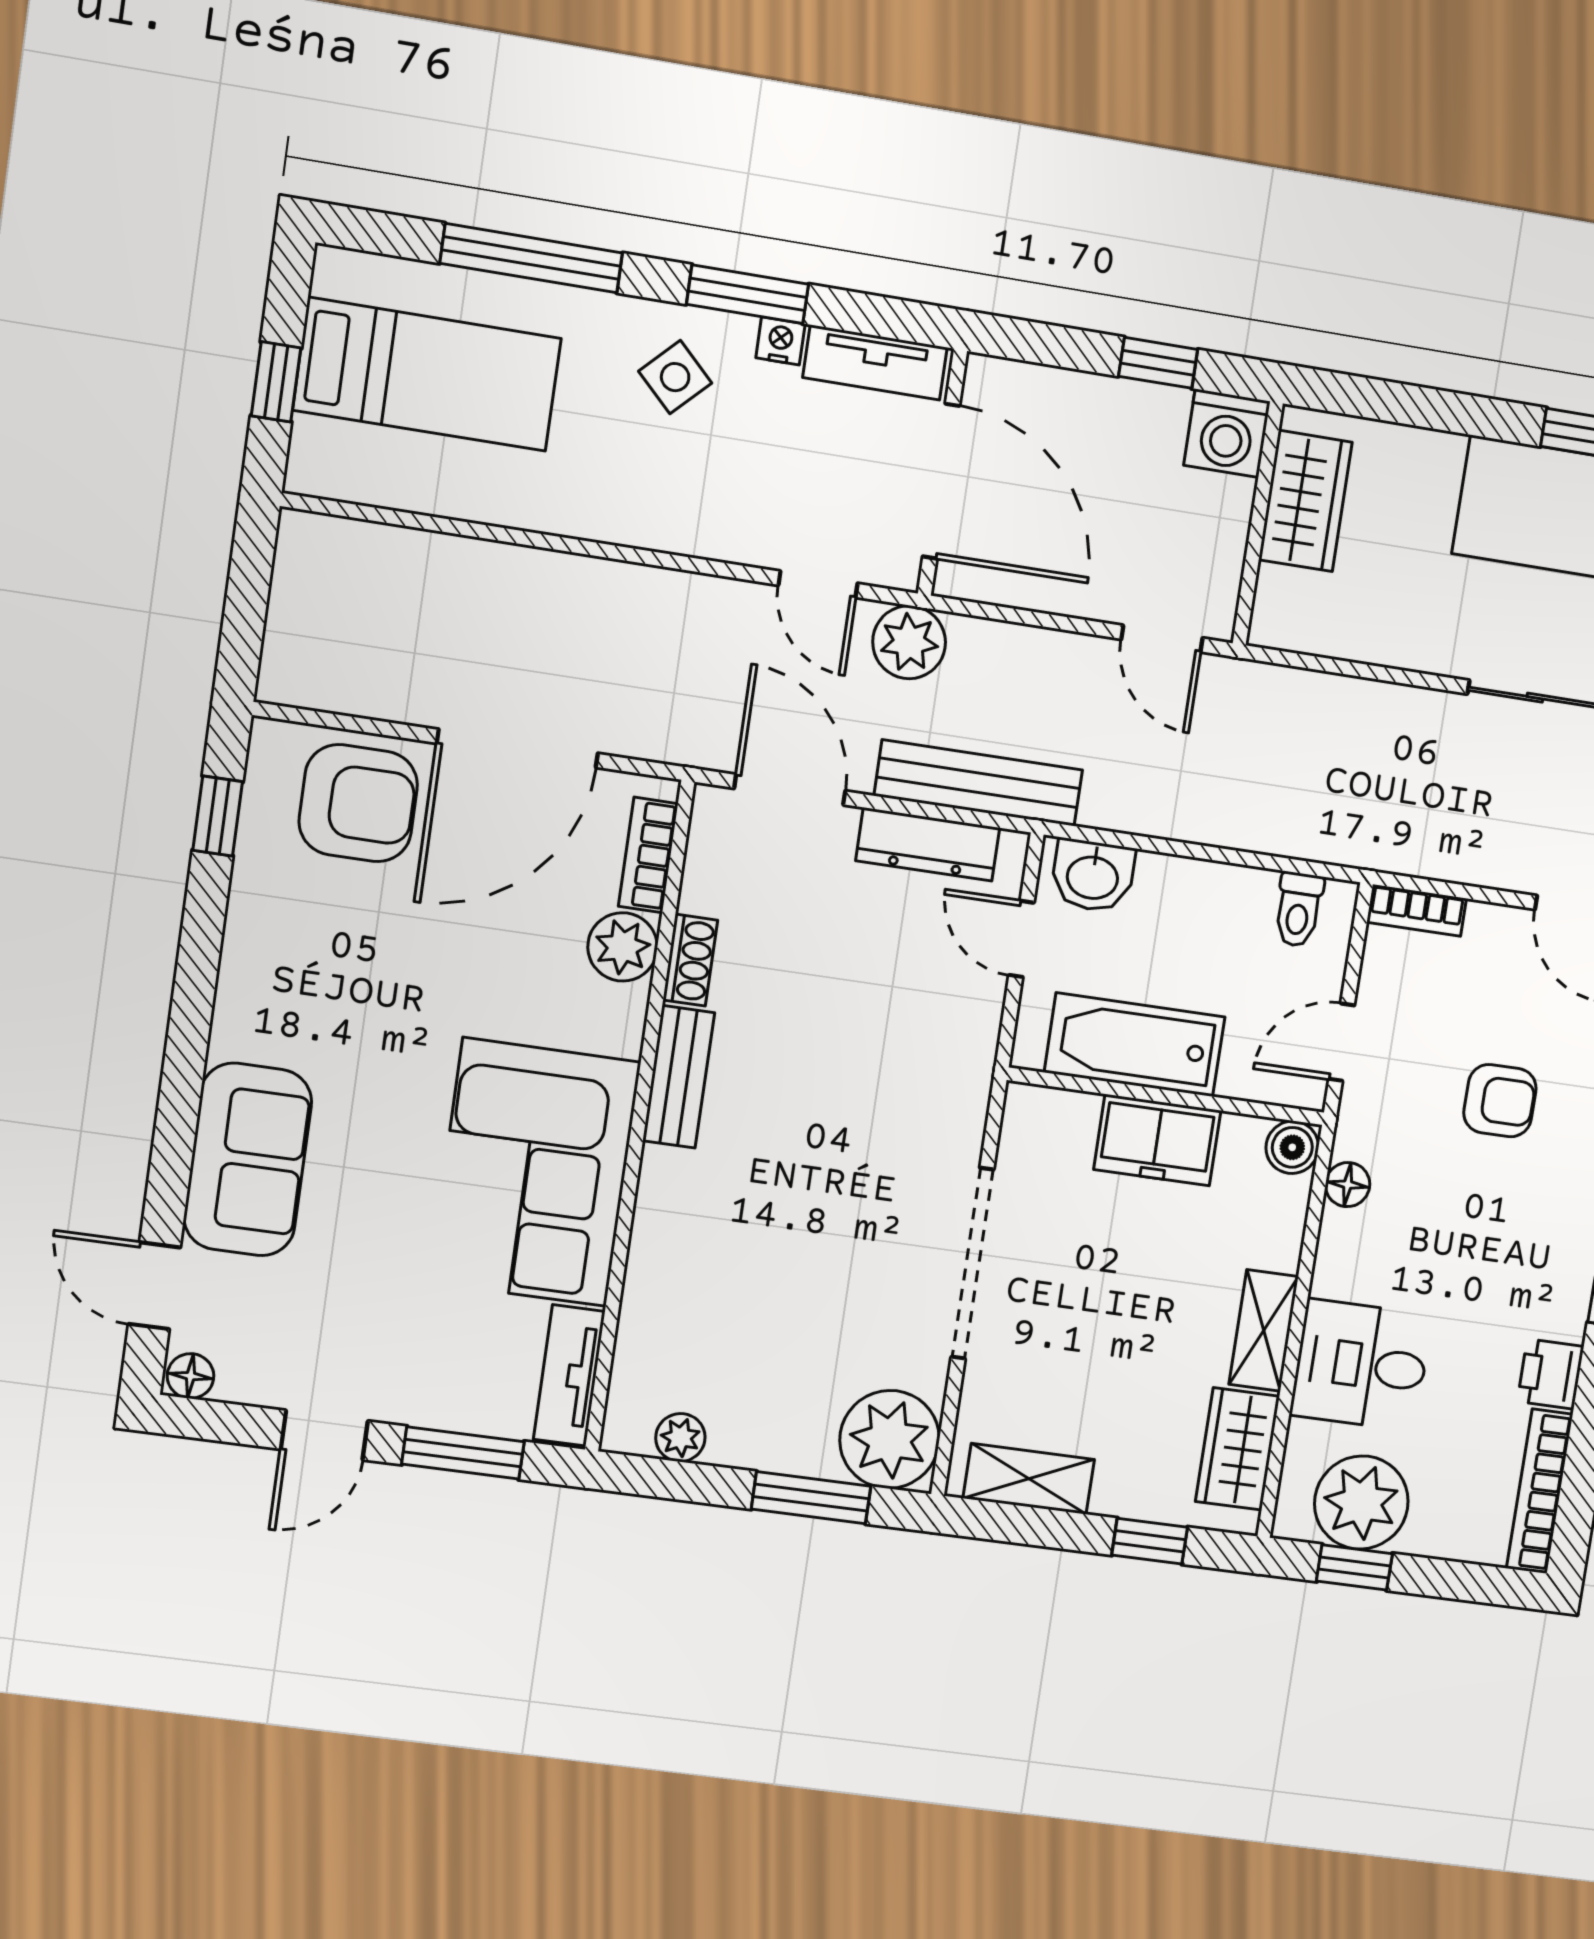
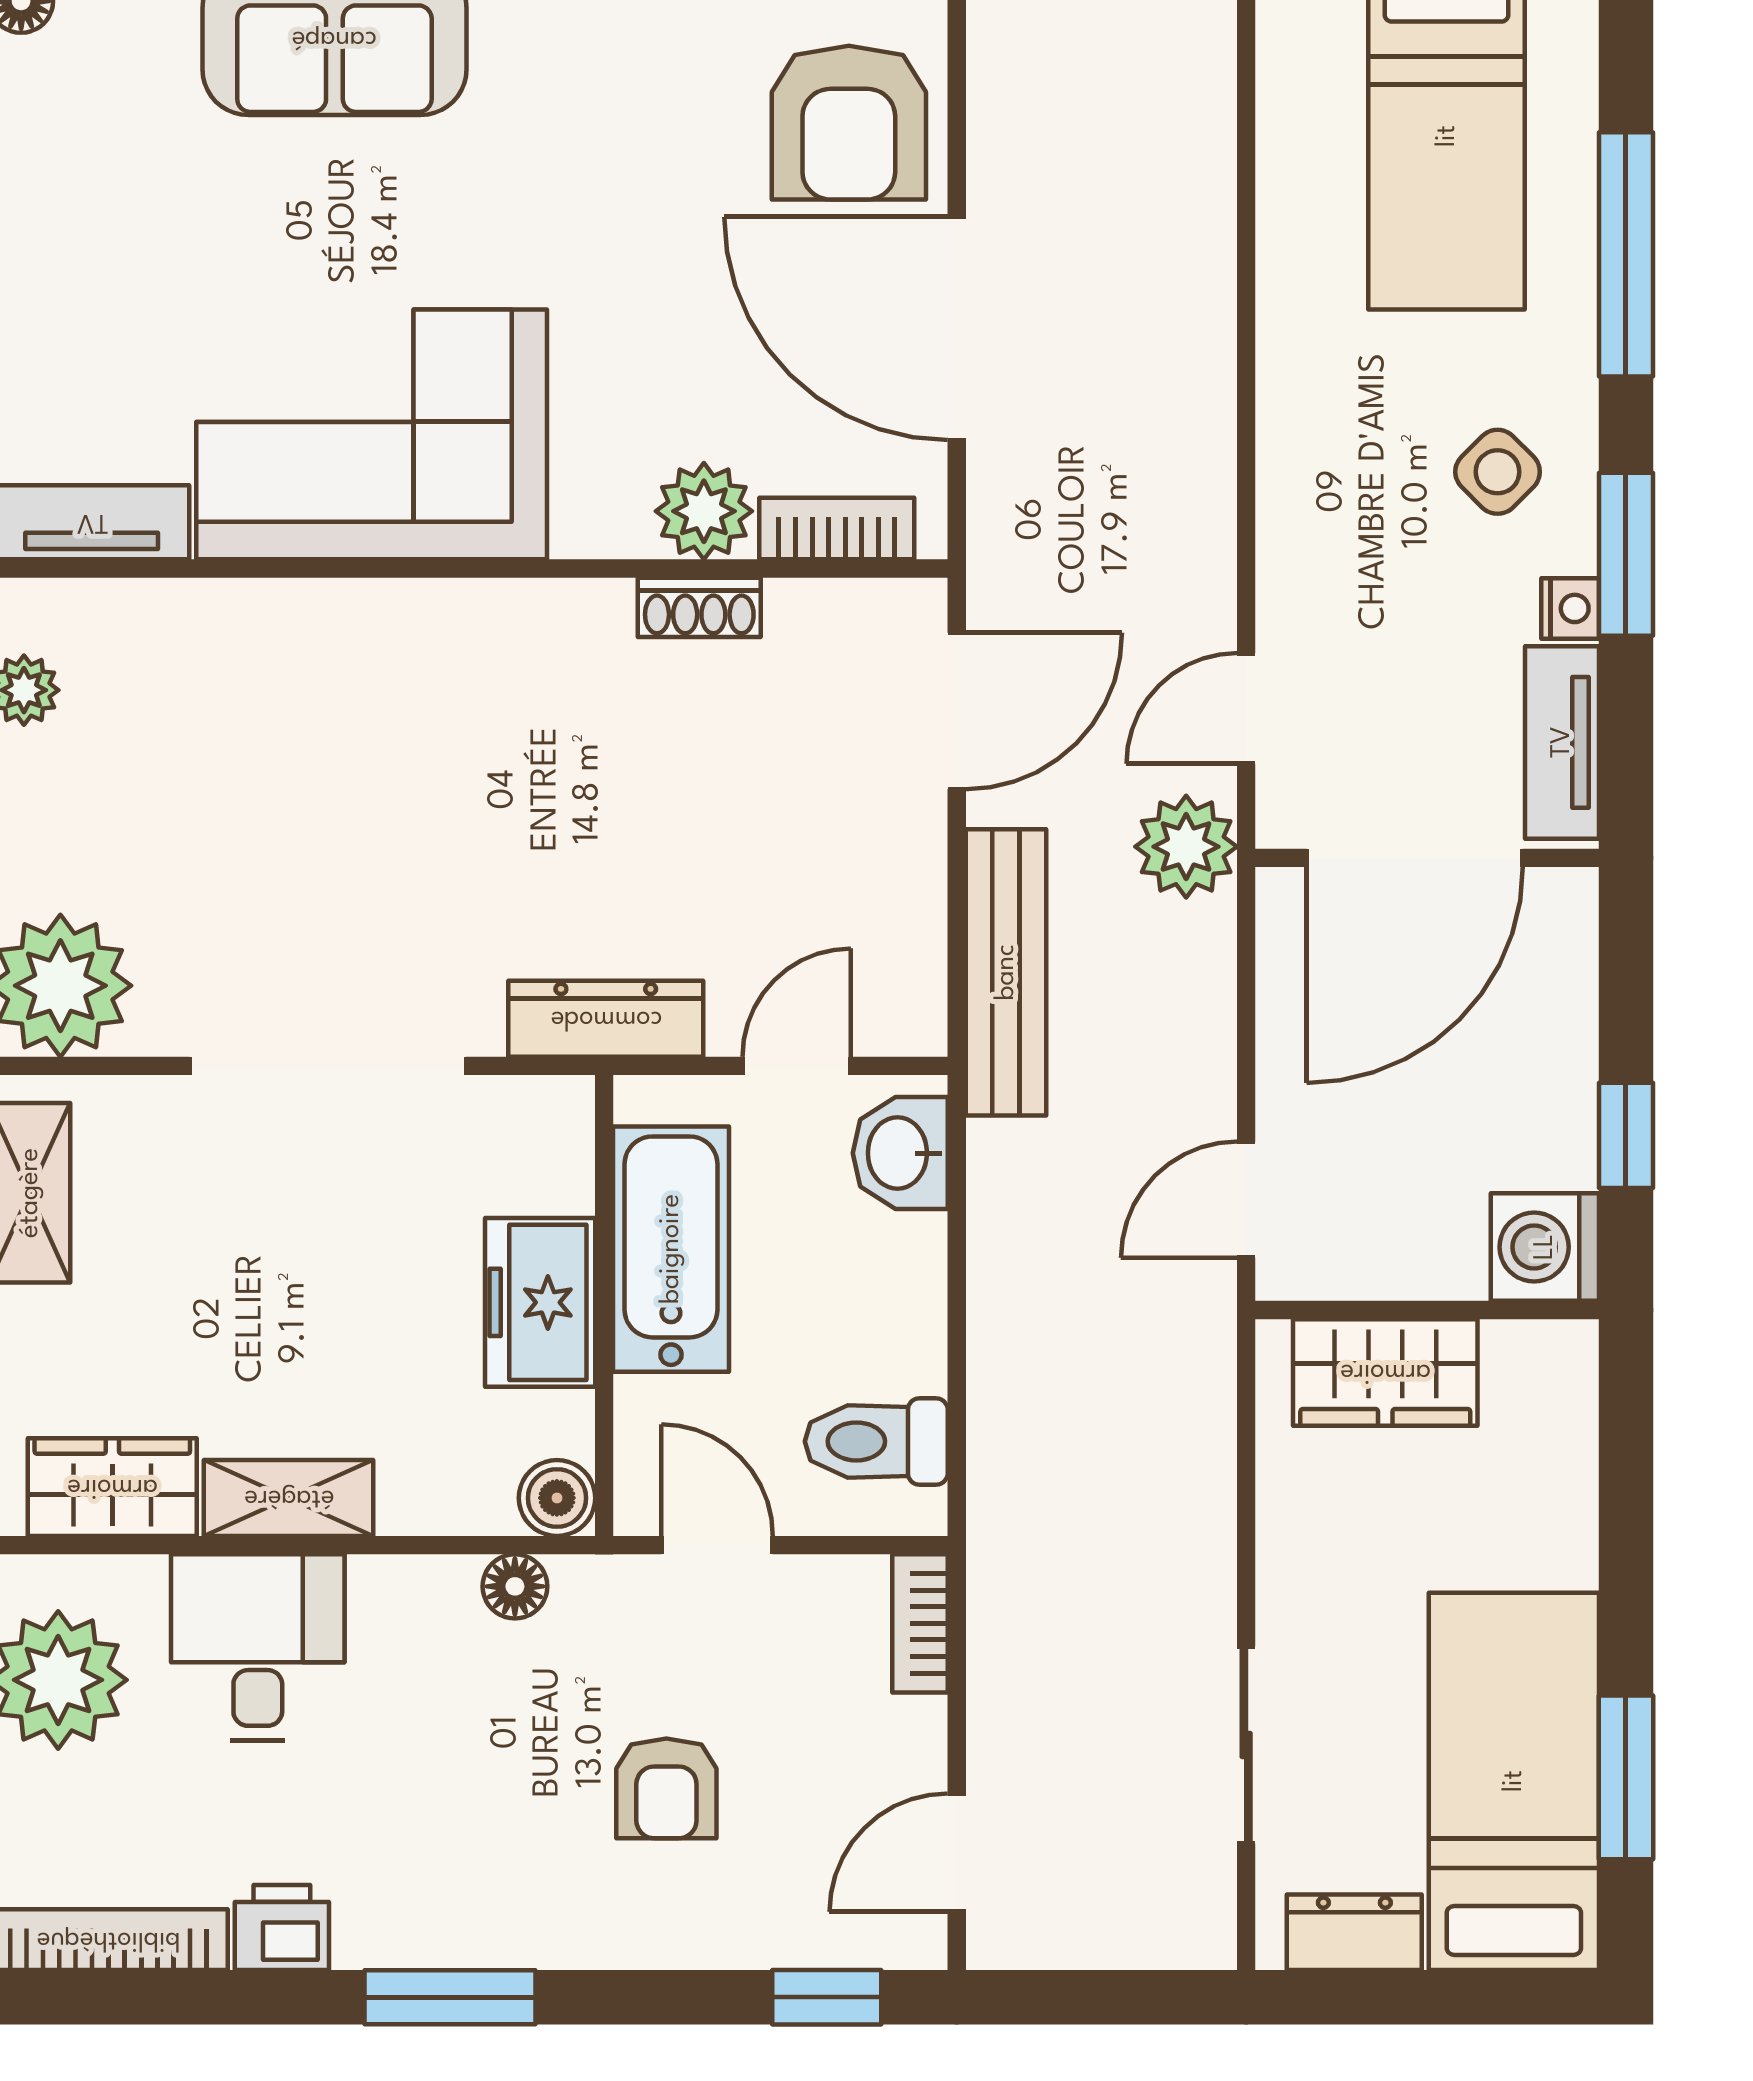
wardrobe: (1305, 501) -> (1385, 1372), moved
dresser: (928, 844) -> (606, 1019), moved, turned 90
toilet: (1298, 909) -> (876, 1441), width x1.37, depth x1.39
bench: (679, 1077) -> (534, 615), removed

